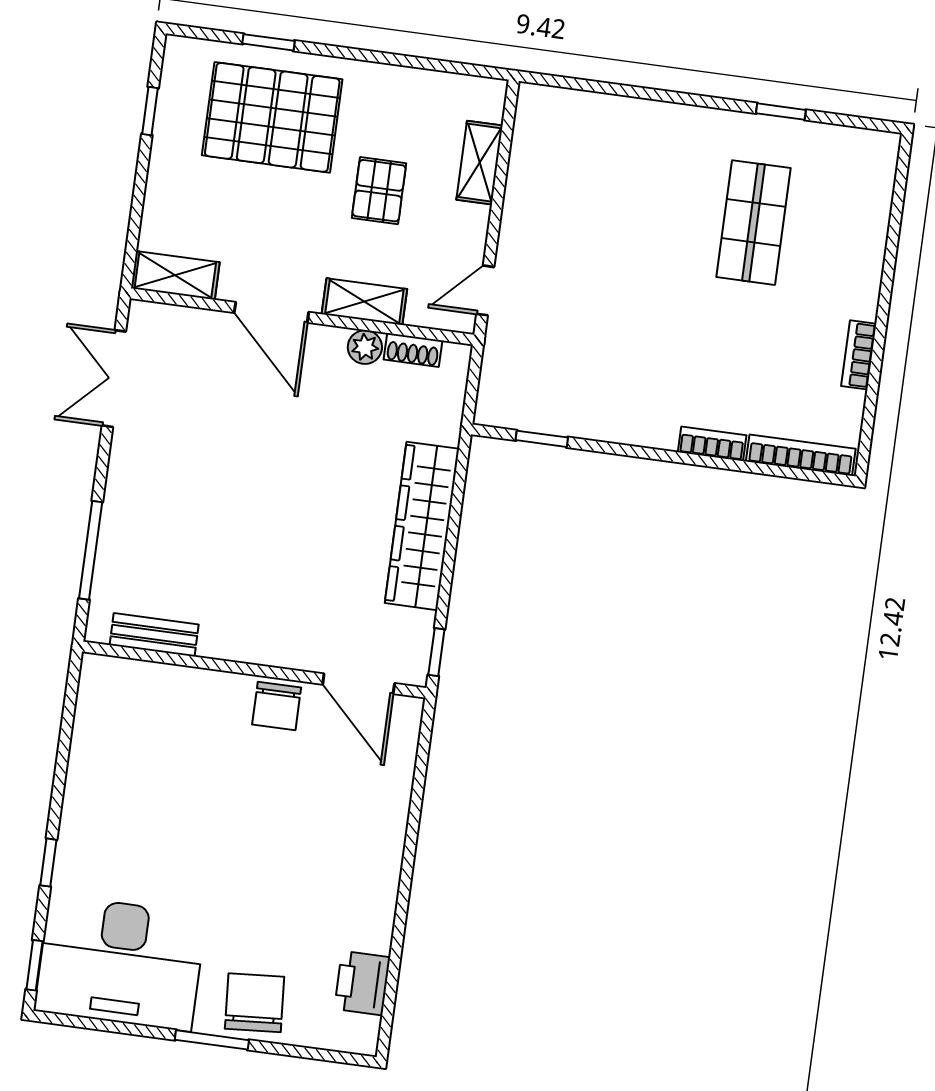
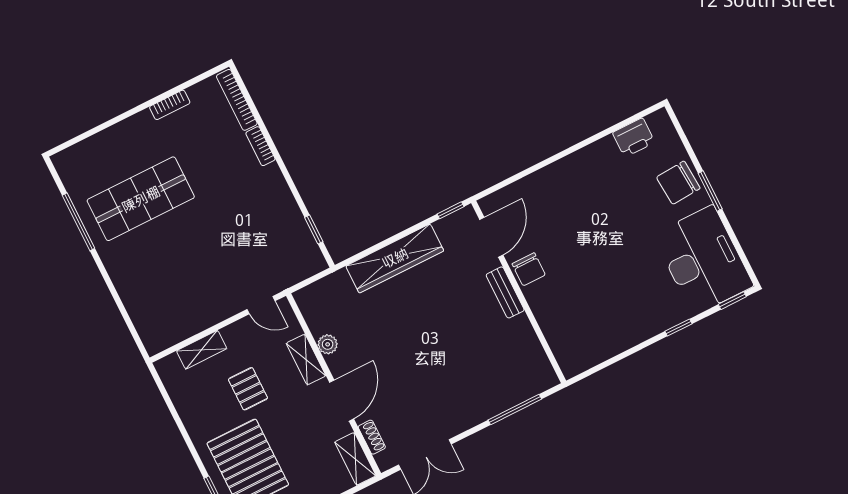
window: (781, 112) -> (78, 222), width x2.17
pallet: (379, 191) -> (248, 389), turned 90
shop shelf: (753, 223) -> (141, 199), width x1.43, depth x1.36
shoe rack: (413, 350) -> (372, 437), moved
bench: (154, 635) -> (505, 292), moved
chair: (277, 706) -> (529, 269), turned 90

